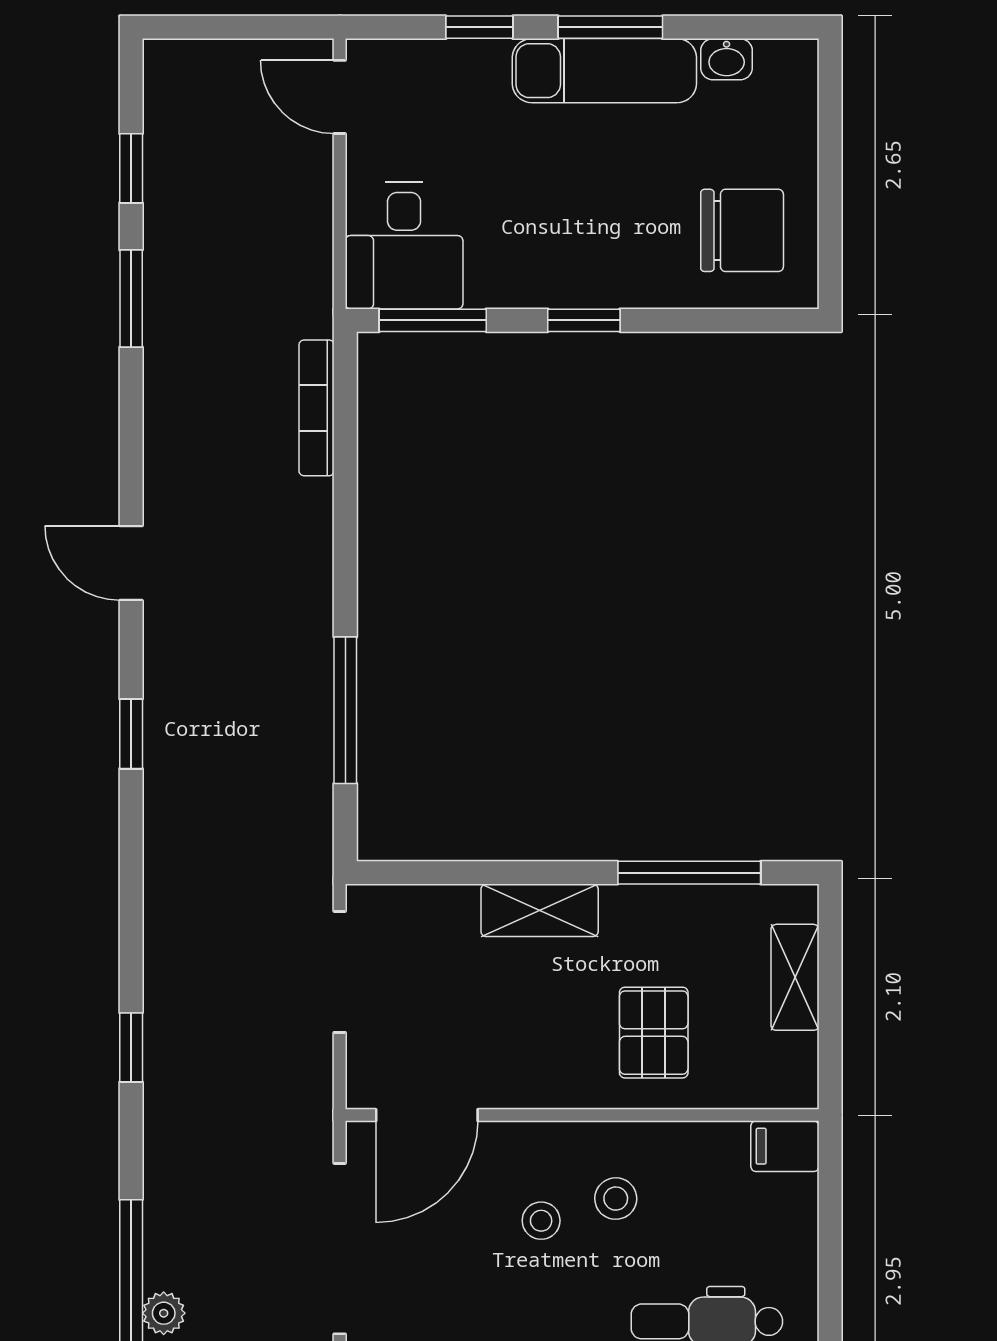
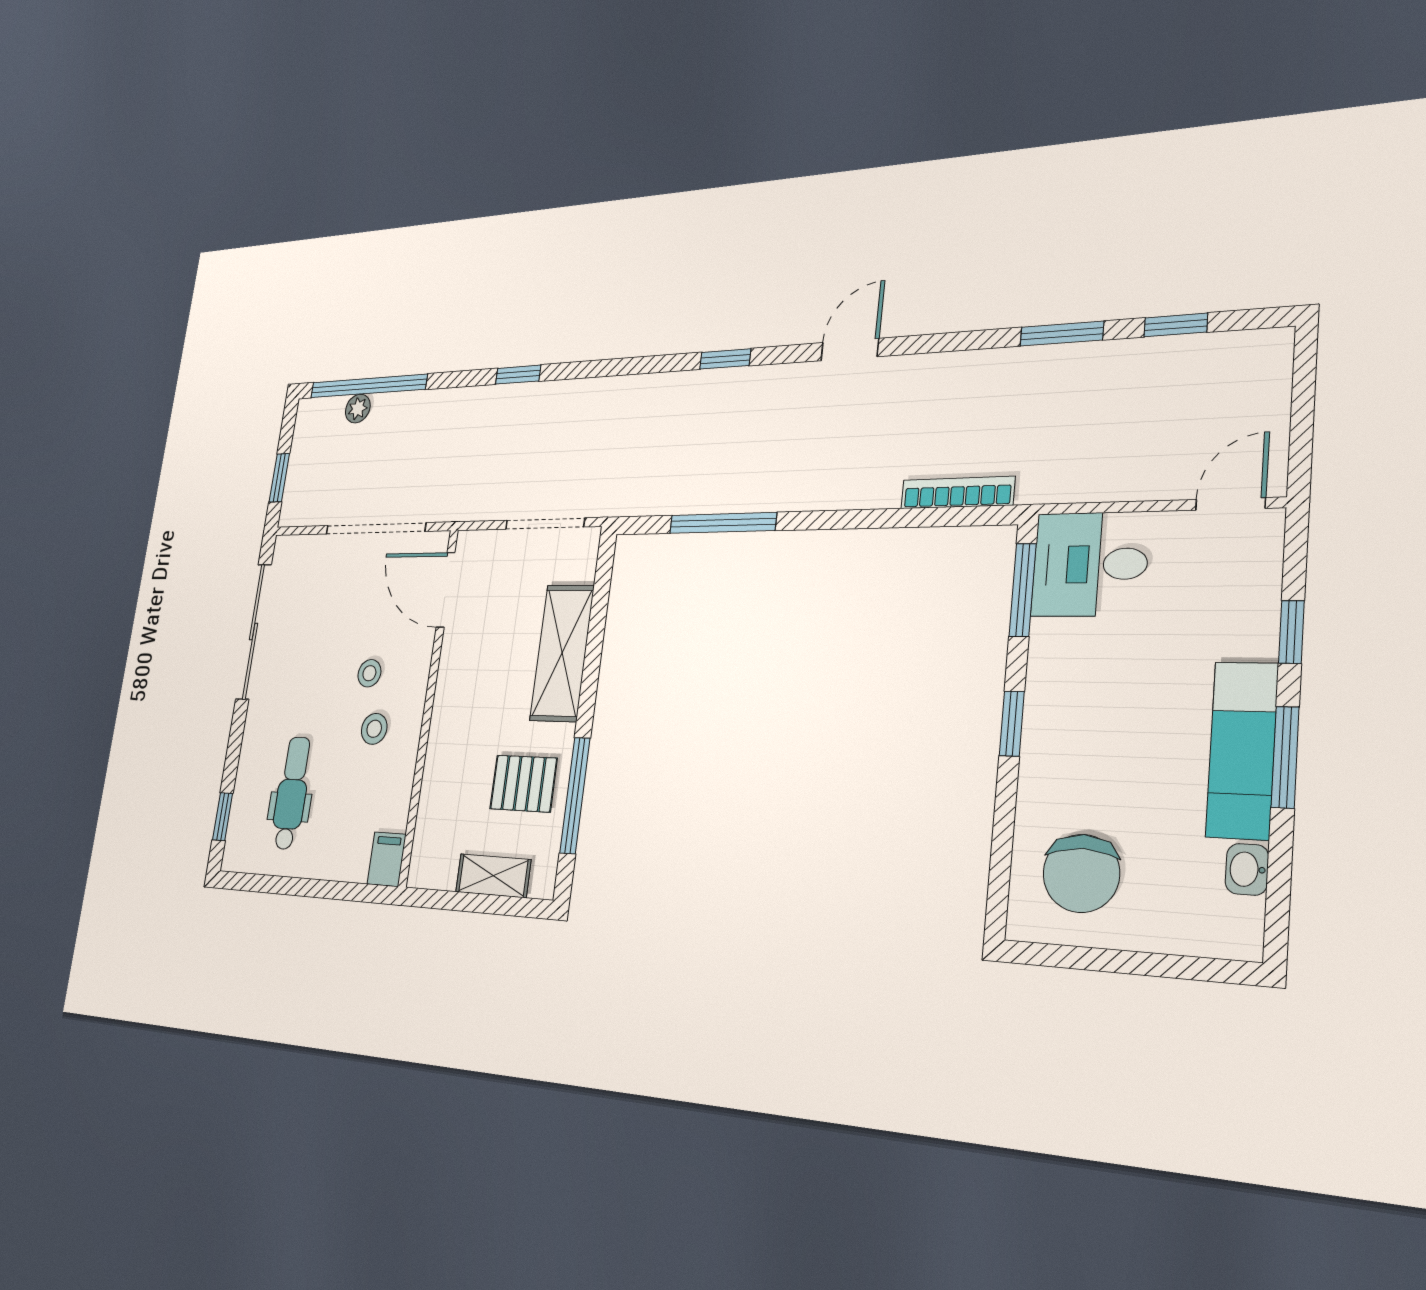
shelving: (540, 910) -> (562, 653), width x1.50, depth x1.33
pallet: (654, 1033) -> (523, 784), moved

